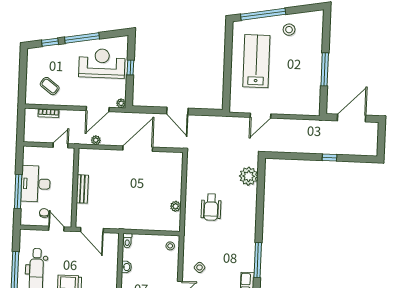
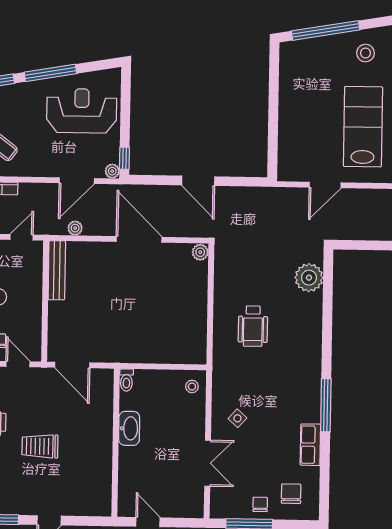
lab bench: (256, 61) -> (363, 127), moved
window: (130, 67) -> (124, 158), moved
door: (138, 149) -> (139, 239), hinge flipped
bench: (82, 189) -> (57, 270), moved, width x1.36
plant: (176, 206) -> (200, 252), moved
washbasin: (126, 267) -> (129, 428), width x1.91, depth x1.45

